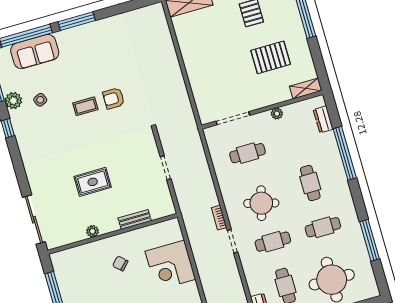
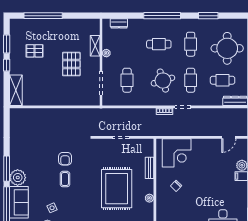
plant: (69, 40) -> (18, 178), added
pallet: (271, 57) -> (71, 64), moved
shelving: (306, 89) -> (95, 46), moved
window: (345, 153) -> (162, 16), moved
rug: (93, 182) -> (117, 189), width x1.86, depth x2.06
round table: (261, 203) -> (163, 81), turned -32
window: (370, 240) -> (208, 16), width x0.69
corner desk: (170, 265) -> (177, 153), moved

